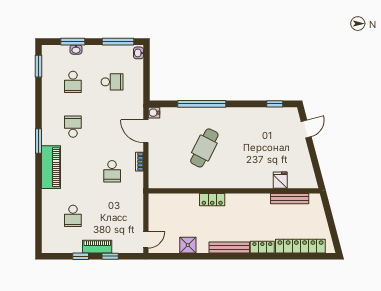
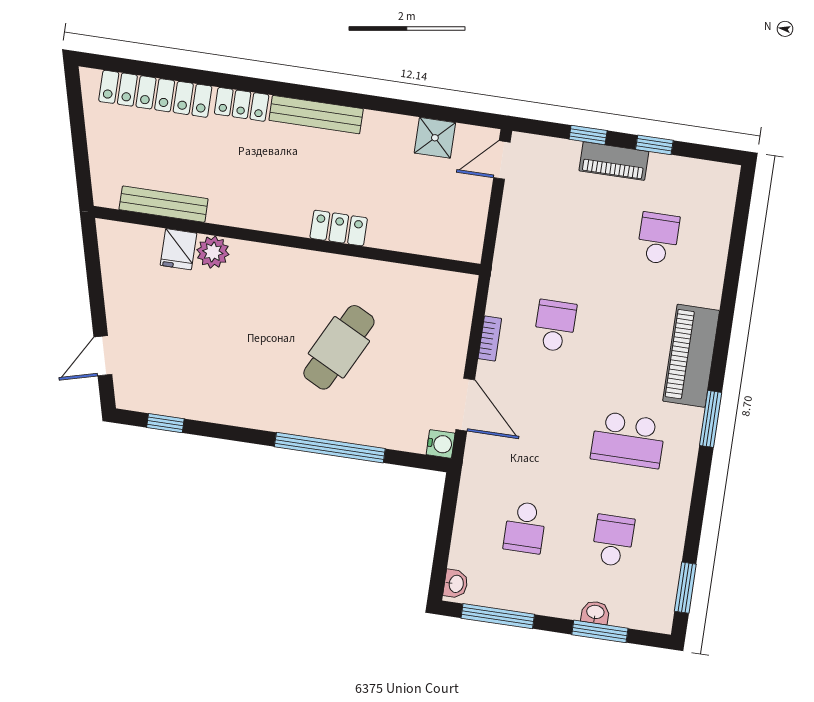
school desk: (112, 82) -> (525, 527), turned -90
school desk: (73, 127) -> (628, 440), width x1.85
plant: (265, 181) -> (213, 252), added
shower: (188, 245) -> (435, 138), moved

